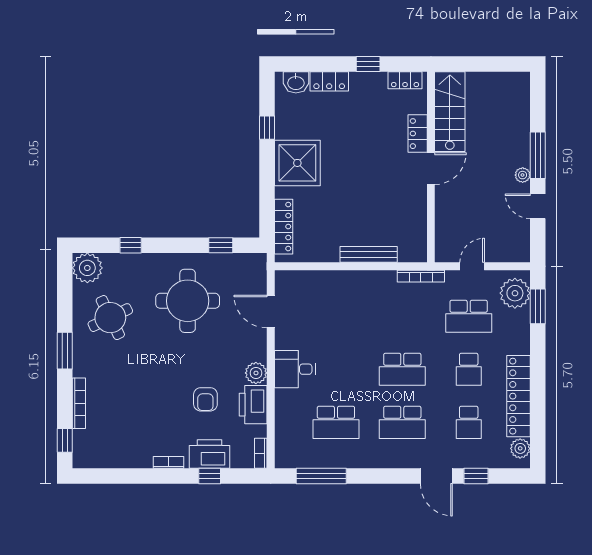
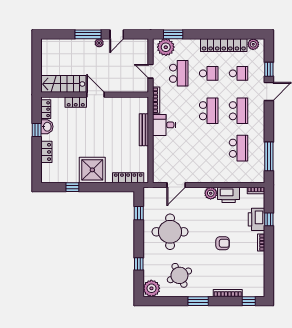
washbasin: (296, 82) -> (47, 127), moved
desk: (295, 369) -> (164, 125), moved, turned 90
armchair: (205, 399) -> (223, 243), moved

